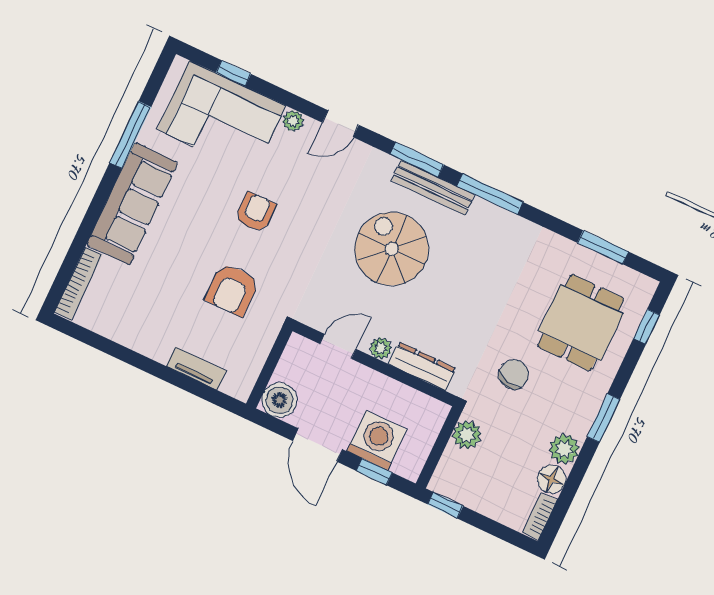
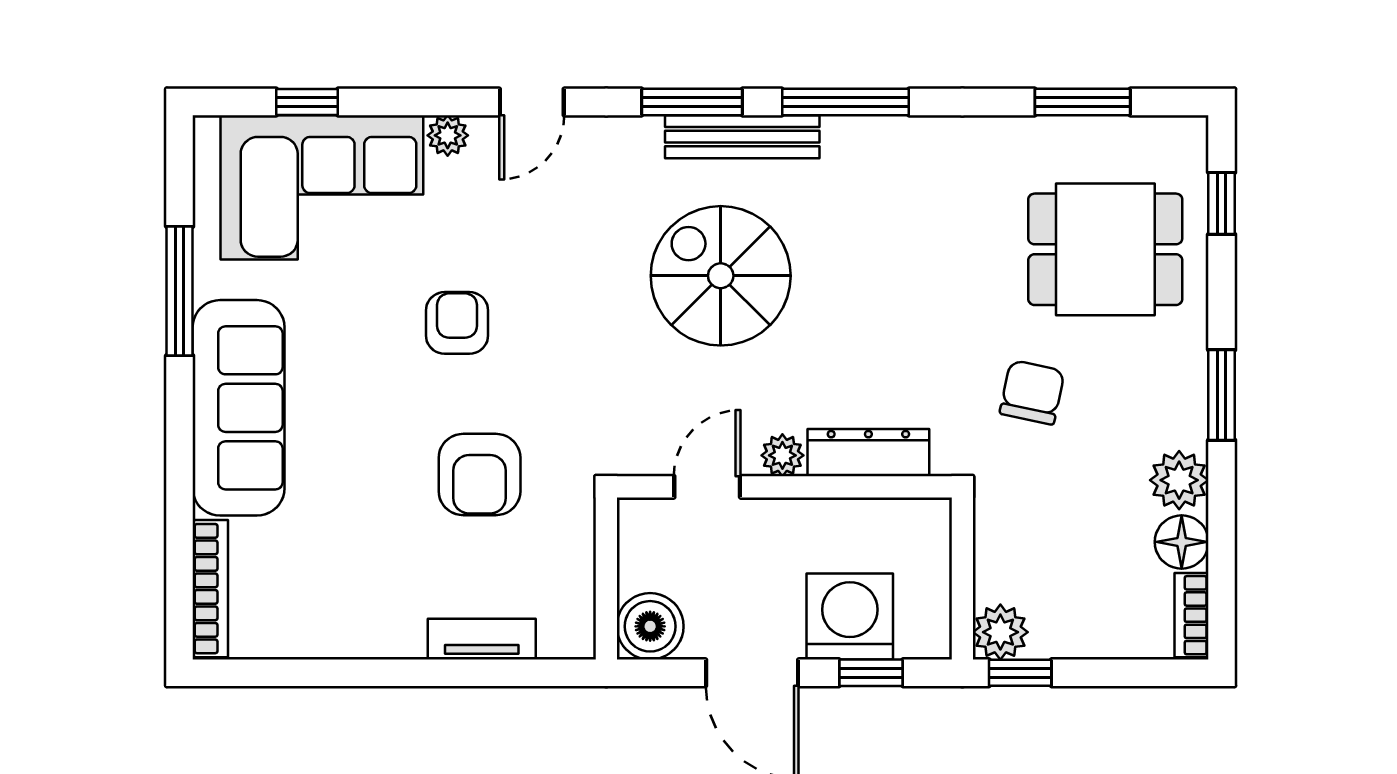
dining table: (581, 323) -> (1105, 249), turned 90
plant: (467, 435) -> (1000, 632), moved

